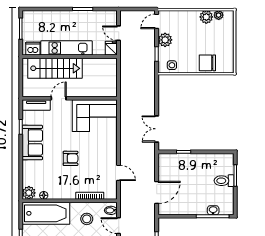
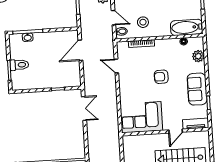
plant: (29, 193) -> (198, 56), moved
bathtub: (46, 213) -> (187, 27), width x0.73, depth x0.73

